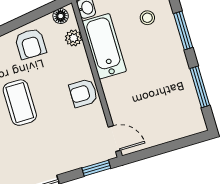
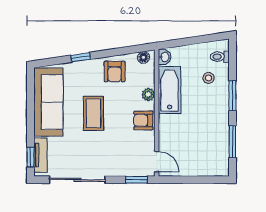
plant: (74, 38) -> (148, 94), moved

